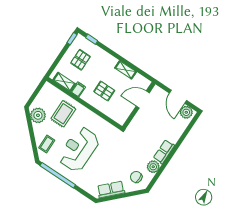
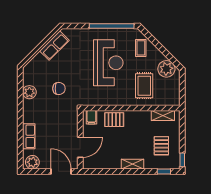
shelving: (126, 70) -> (133, 164), moved
filing cabinet: (78, 89) -> (91, 117), moved
pallet: (104, 91) -> (114, 120), moved
door: (178, 97) -> (61, 171), moved
row of seats: (164, 152) -> (29, 136), moved
chair: (136, 177) -> (59, 89), moved

